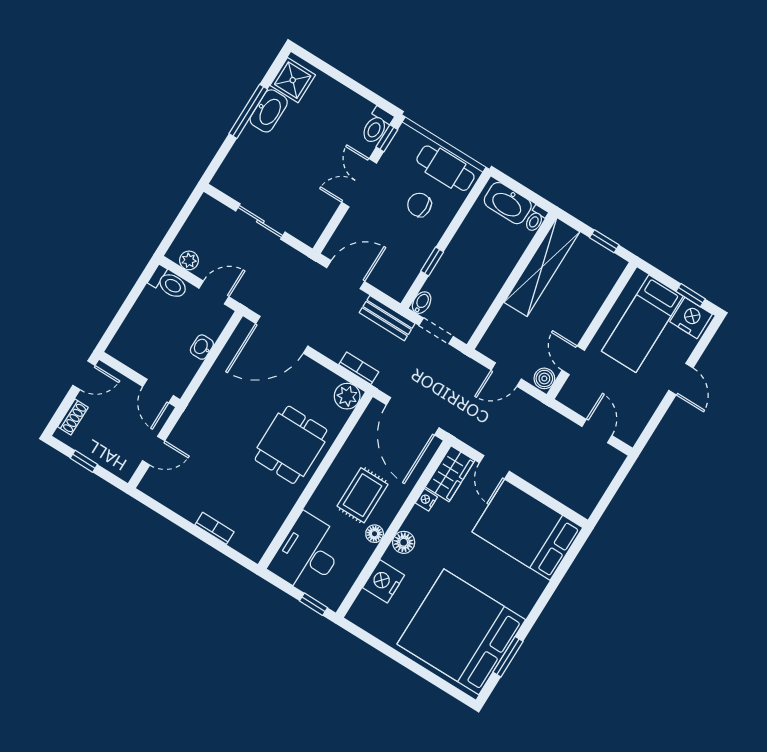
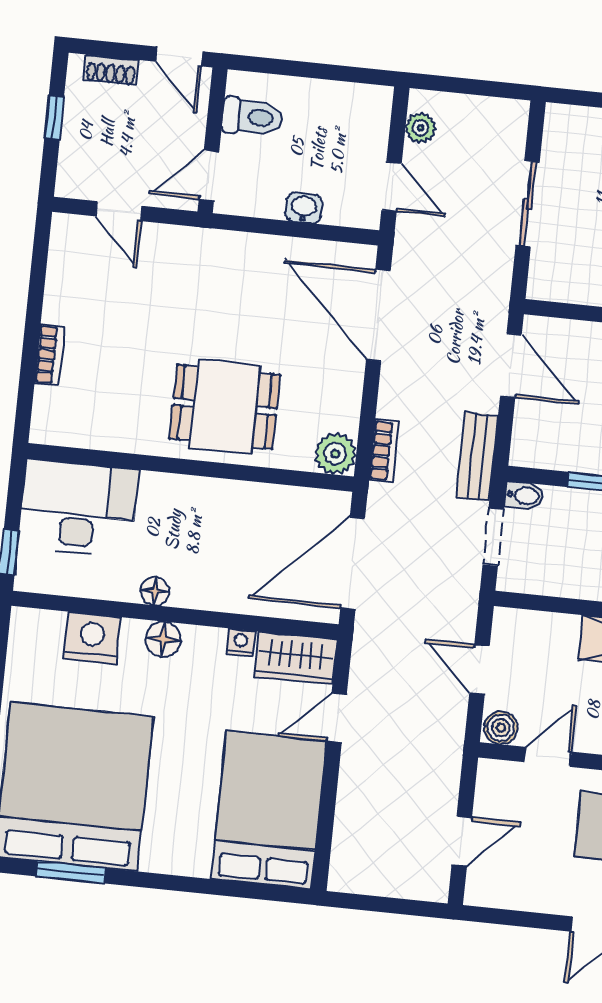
toilet: (169, 283) -> (253, 117), moved, turned -90
rug: (363, 495) -> (202, 546), removed

